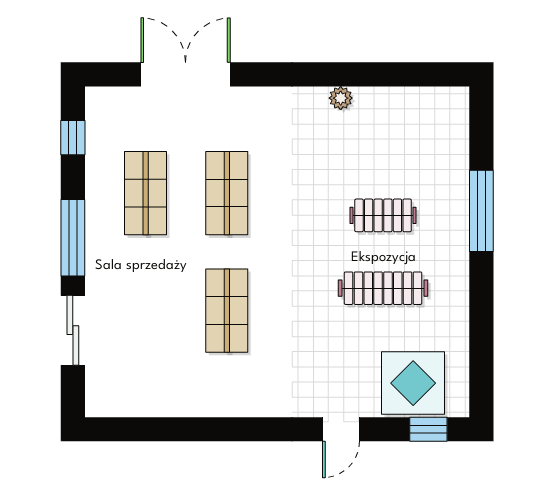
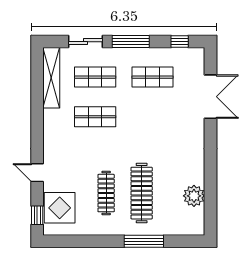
plant: (341, 98) -> (194, 196), moved, width x1.87, depth x1.87
shop shelf: (227, 193) -> (95, 77), moved
clothes rail: (383, 215) -> (142, 193), width x1.86, depth x1.31
shelving: (147, 400) -> (51, 78), added

